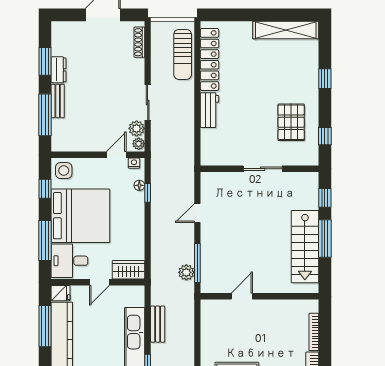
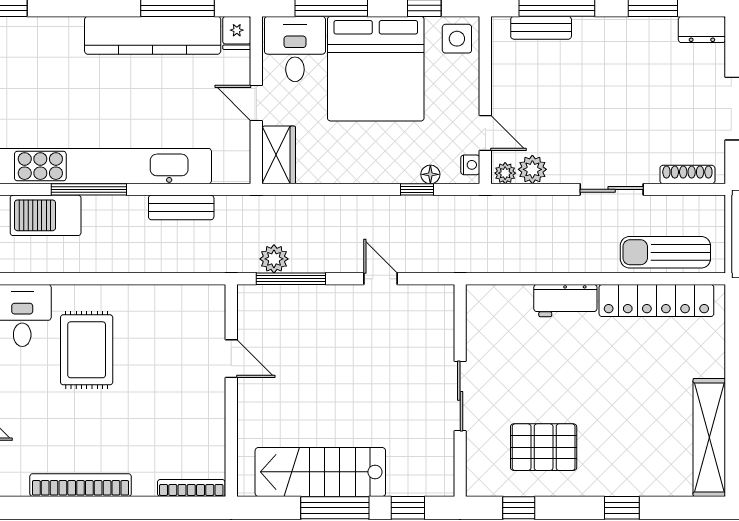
dresser: (59, 70) -> (702, 29), moved
bench: (58, 101) -> (541, 28), moved
sliding door: (148, 102) -> (612, 189), moved
bookcase: (314, 332) -> (191, 488), moved

